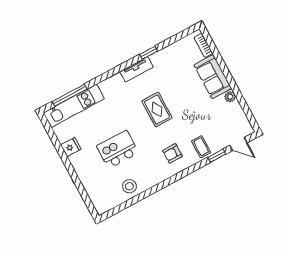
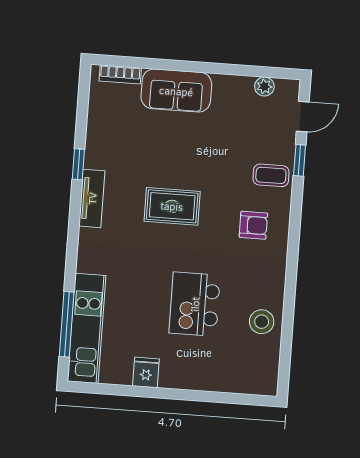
plant: (230, 97) -> (264, 87), moved
armchair: (172, 153) -> (253, 225), turned -90

